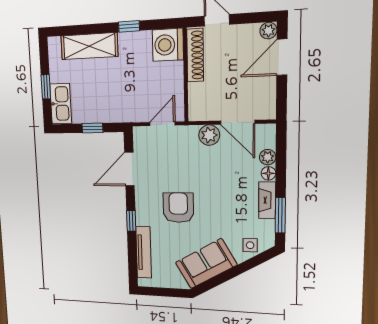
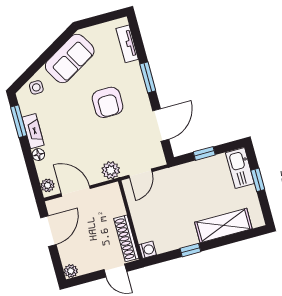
washing machine: (168, 45) -> (148, 250), width x0.53, depth x0.53
door: (282, 57) -> (48, 231), moved
plant: (209, 135) -> (111, 170), moved
plant: (268, 157) -> (48, 185), moved
window: (131, 221) -> (148, 77), width x1.50
tv unit: (144, 252) -> (127, 44), width x0.71

